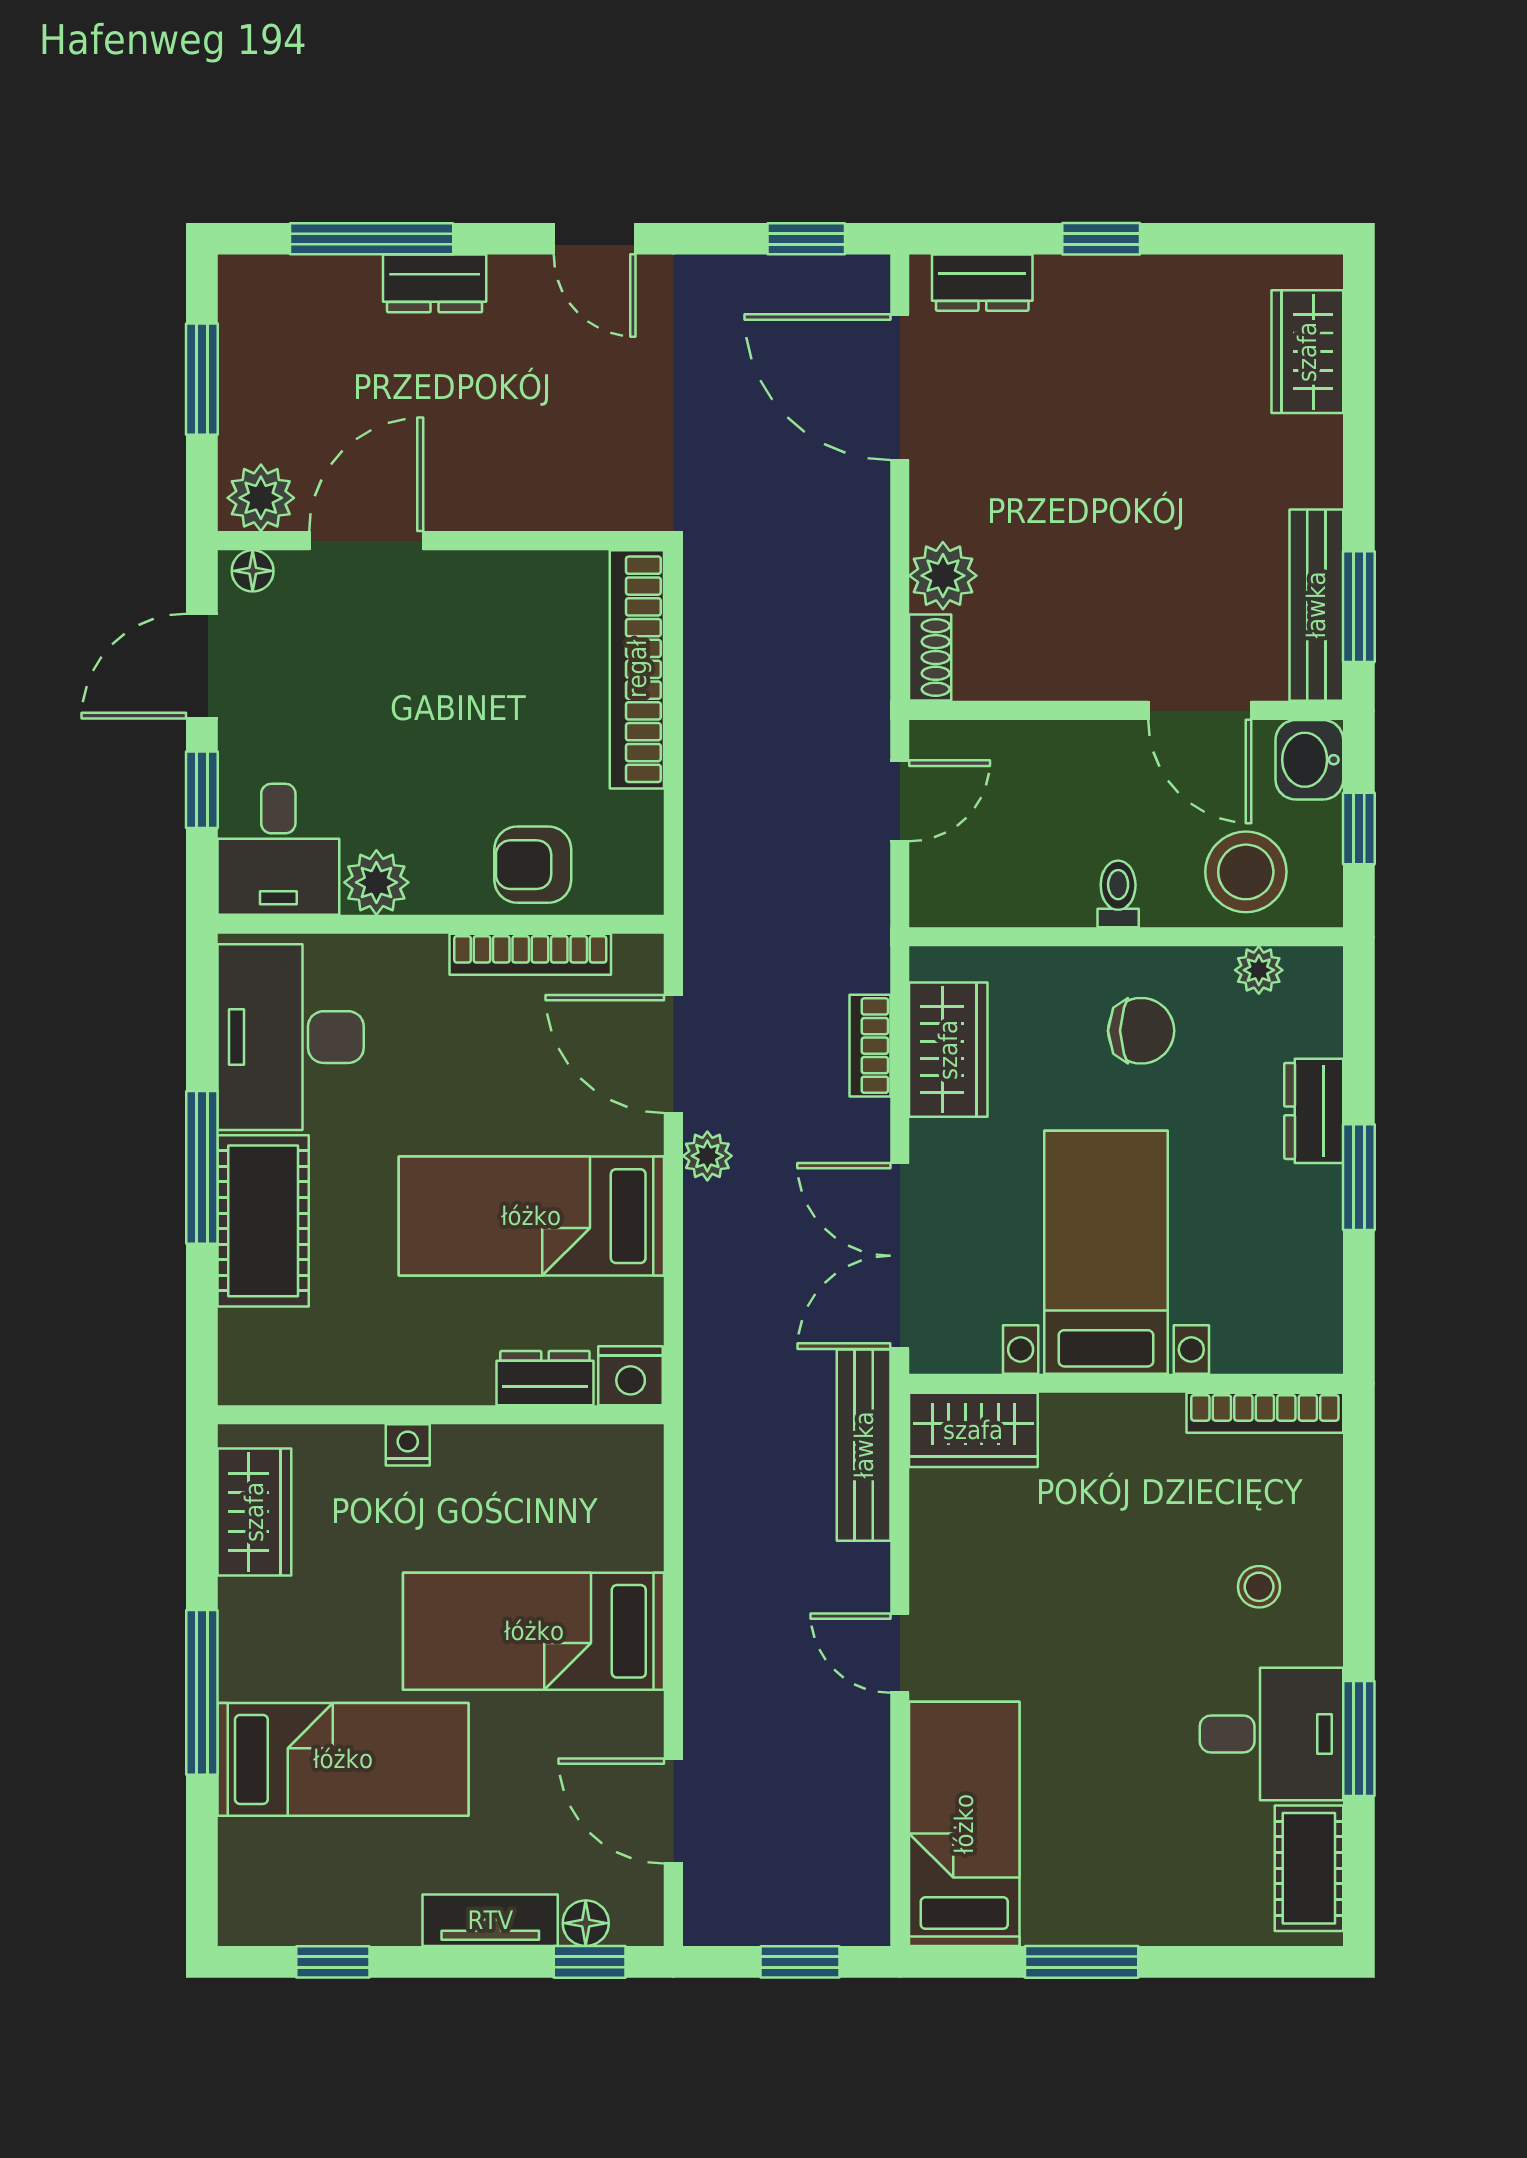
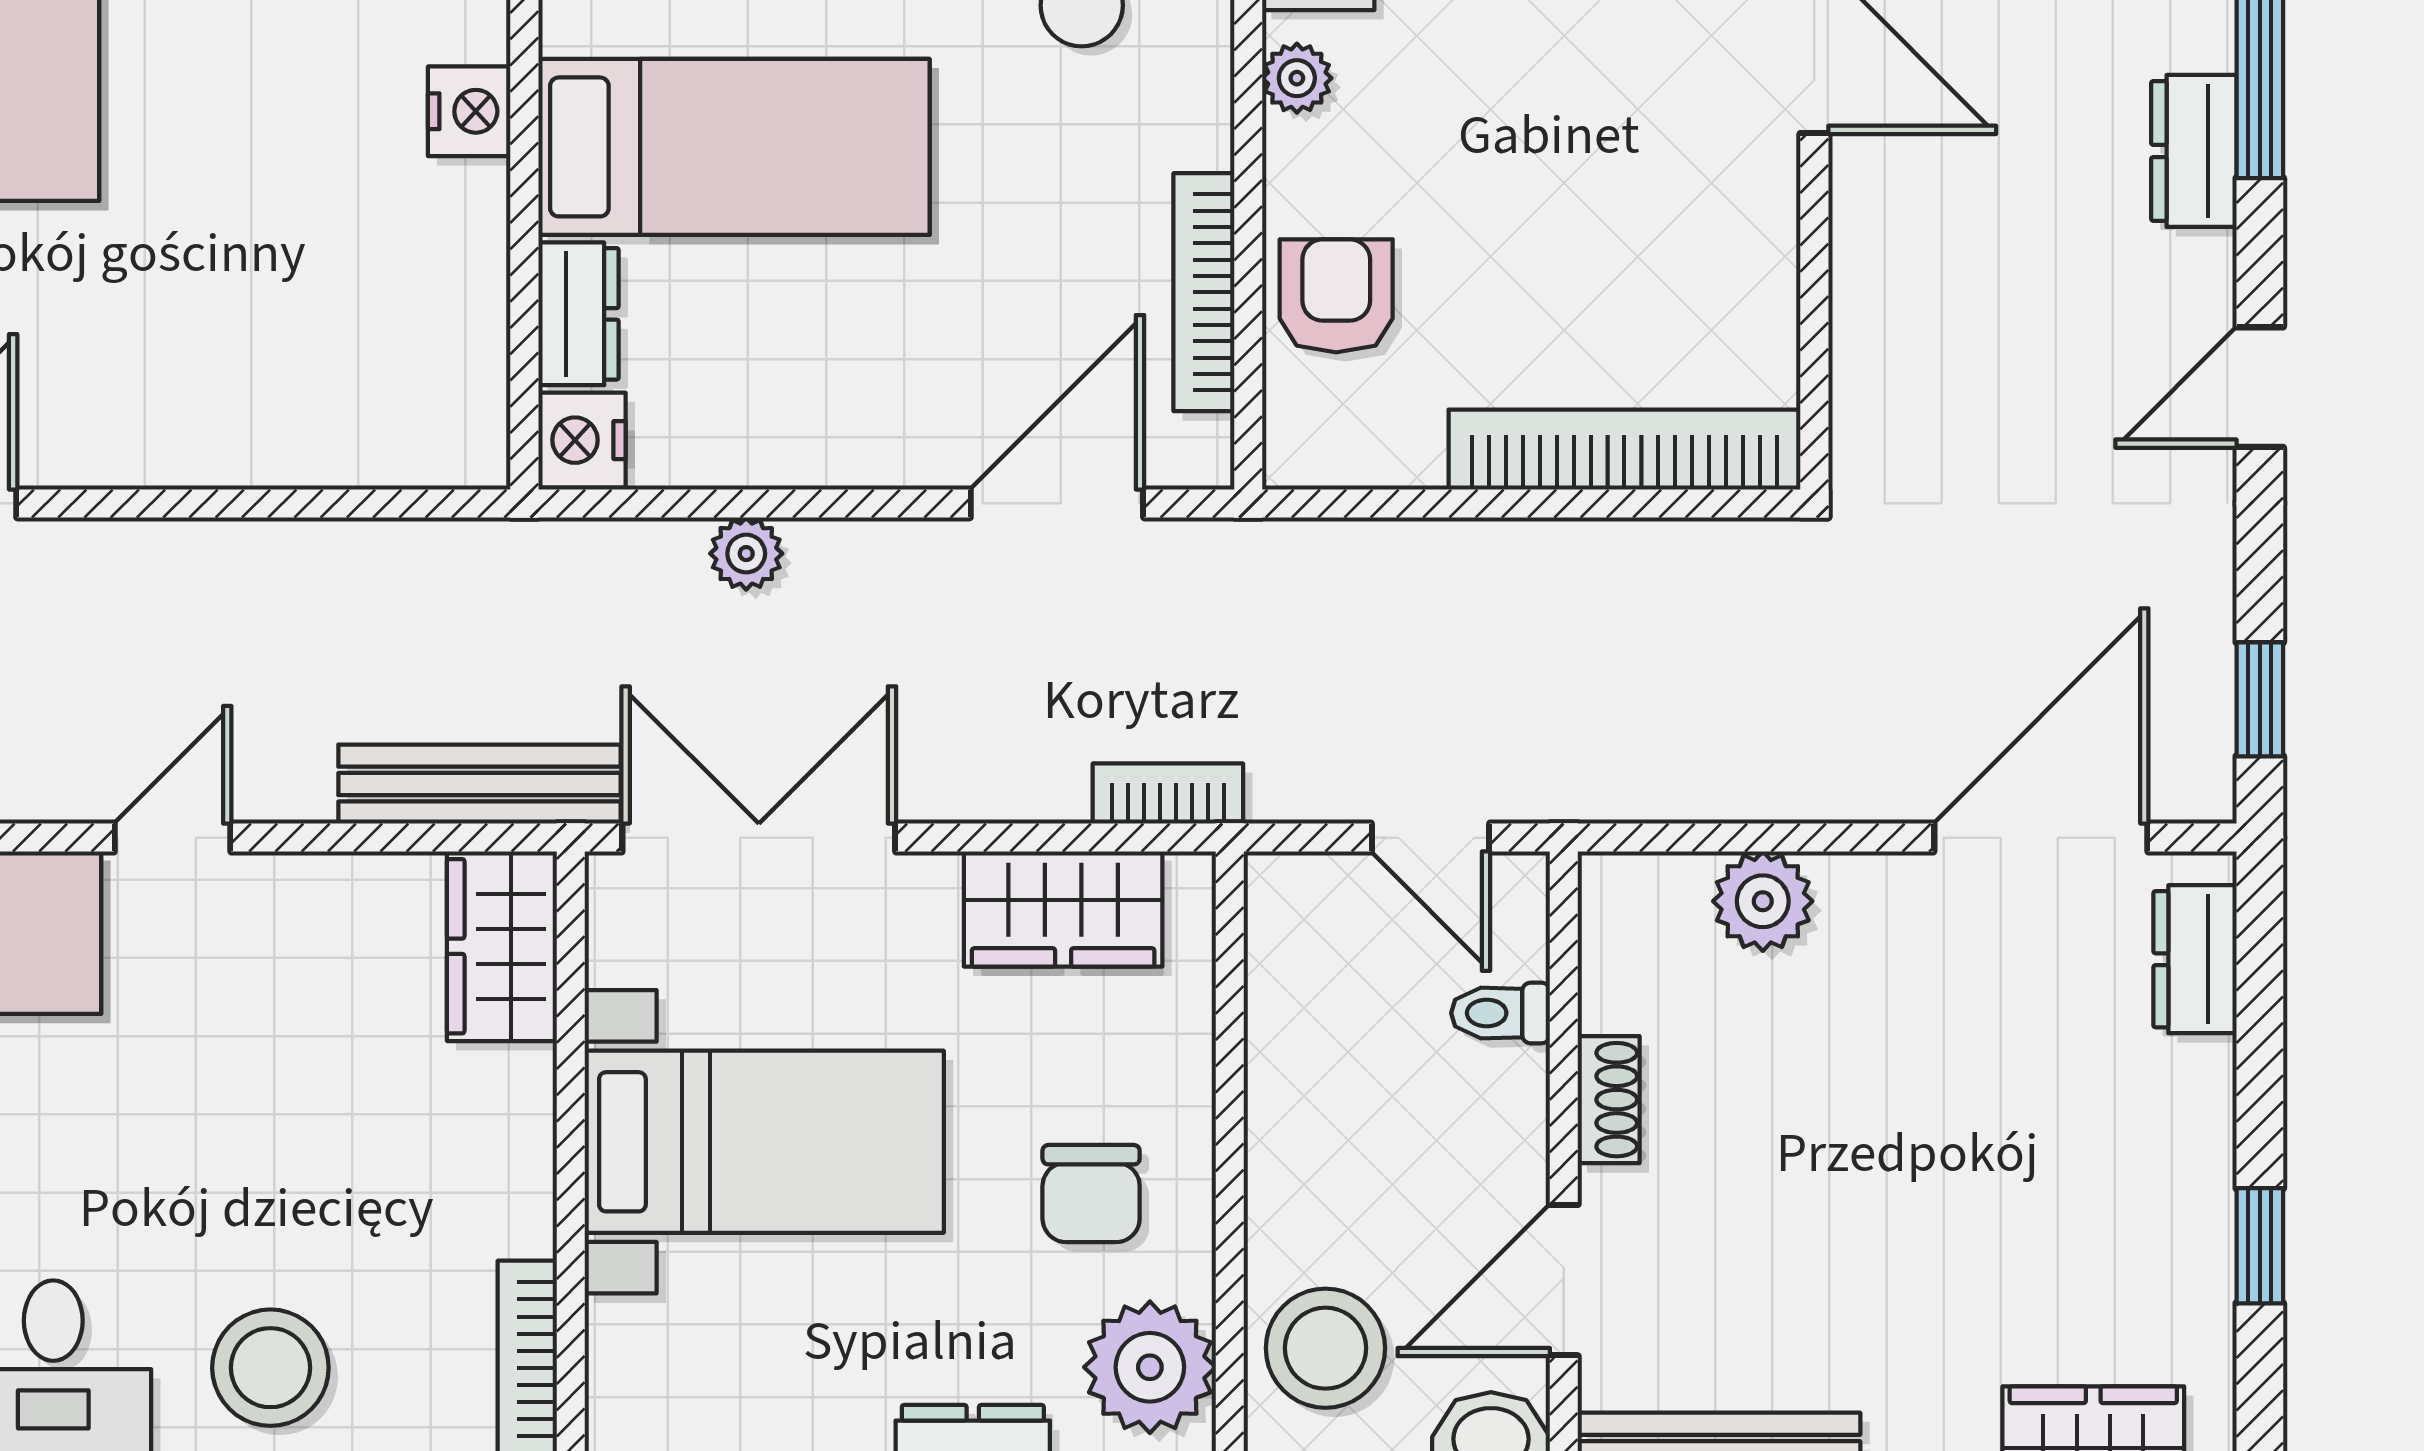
window: (1101, 239) -> (2260, 1246), moved
shoe rack: (930, 657) -> (1609, 1100), moved, turned -90
plant: (376, 882) -> (1297, 78), width x0.73, depth x0.73
toilet: (1118, 894) -> (1501, 1013), moved, turned 180
plant: (1259, 970) -> (1150, 1367), width x1.88, depth x1.88
bookcase: (870, 1046) -> (1168, 794), moved
plant: (707, 1156) -> (746, 554), moved
bed: (531, 1216) -> (734, 147), moved, turned 90
nightstand: (408, 1445) -> (469, 111), width x1.39, depth x1.35
stool: (1259, 1587) -> (270, 1368), width x1.89, depth x1.89
bed: (534, 1631) -> (205, 297), removed

